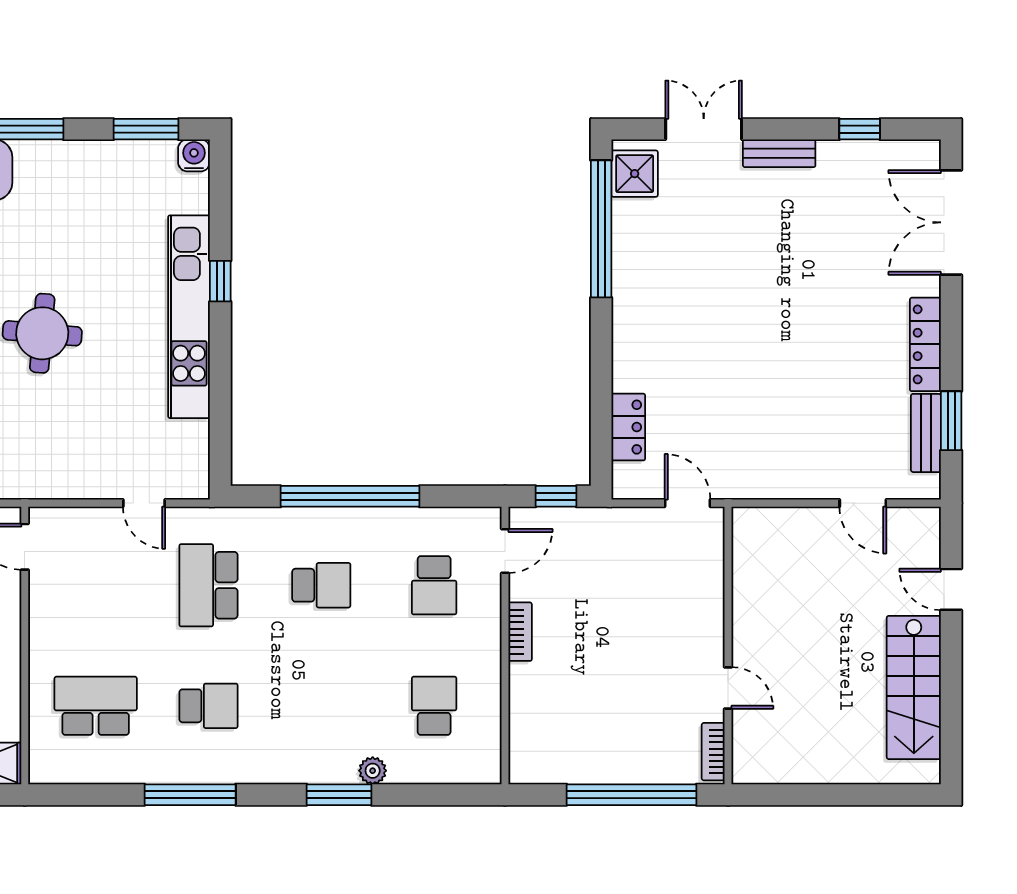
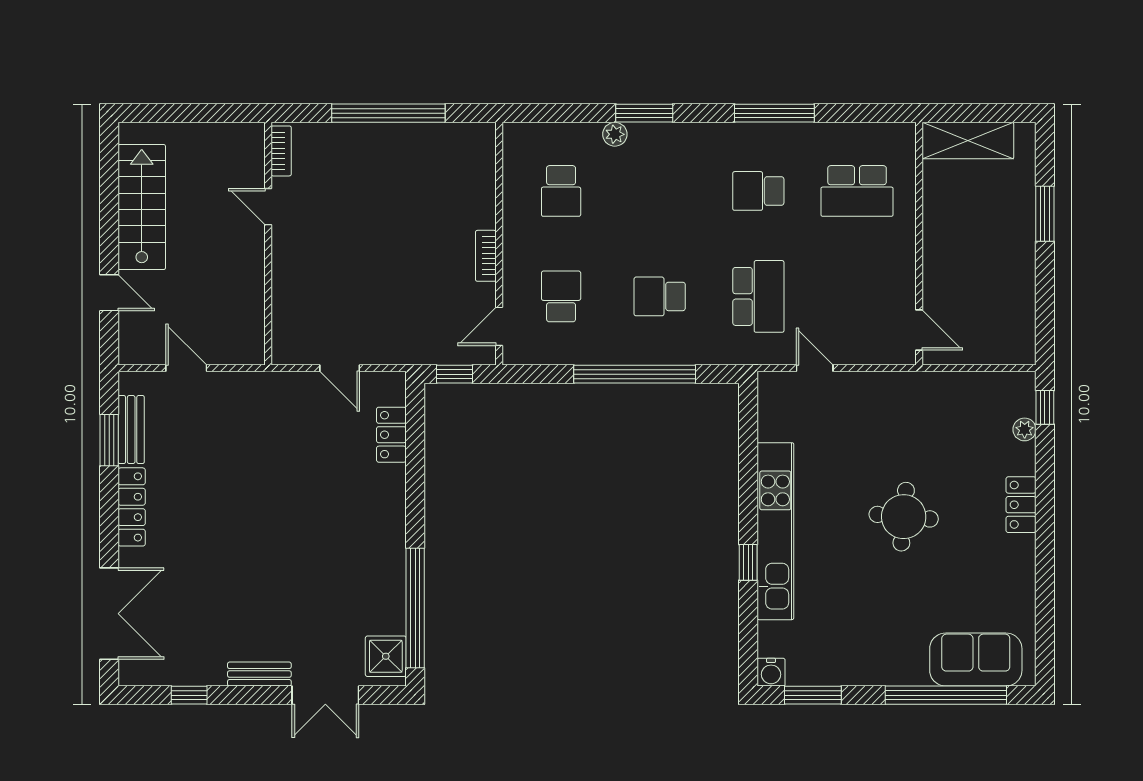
wall: (728, 646) -> (268, 244), moved
door: (728, 688) -> (268, 207), moved
bookcase: (713, 752) -> (281, 151), moved

